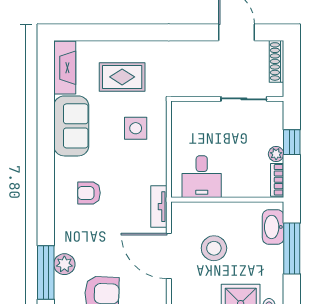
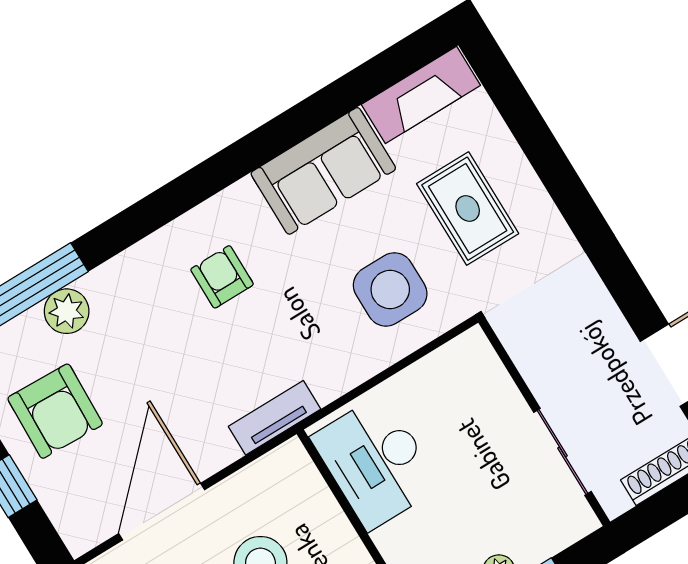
side table: (136, 128) -> (390, 289), width x1.37, depth x1.37
desk: (202, 177) -> (376, 462), width x1.37
door: (169, 256) -> (162, 512), moved

